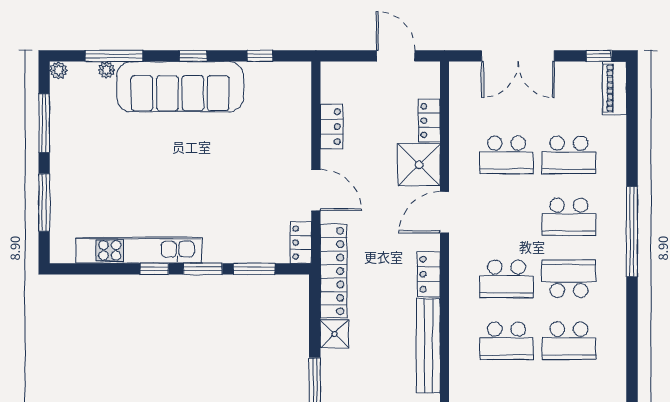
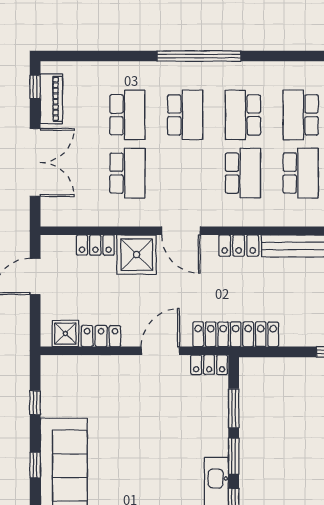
piano: (615, 88) -> (51, 99), moved, turned -90
shower: (334, 334) -> (65, 334), moved
school desk: (569, 341) -> (301, 115), turned 180

